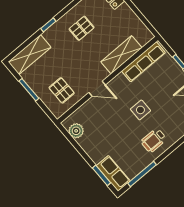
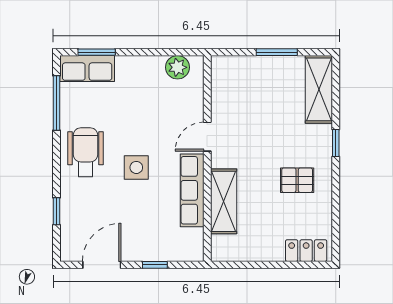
pallet: (82, 28) -> (297, 180), turned 90
row of seats: (143, 62) -> (192, 190), moved
pallet: (62, 90) -> (242, 91), removed
wheelchair: (154, 140) -> (86, 152), width x1.36, depth x1.37

